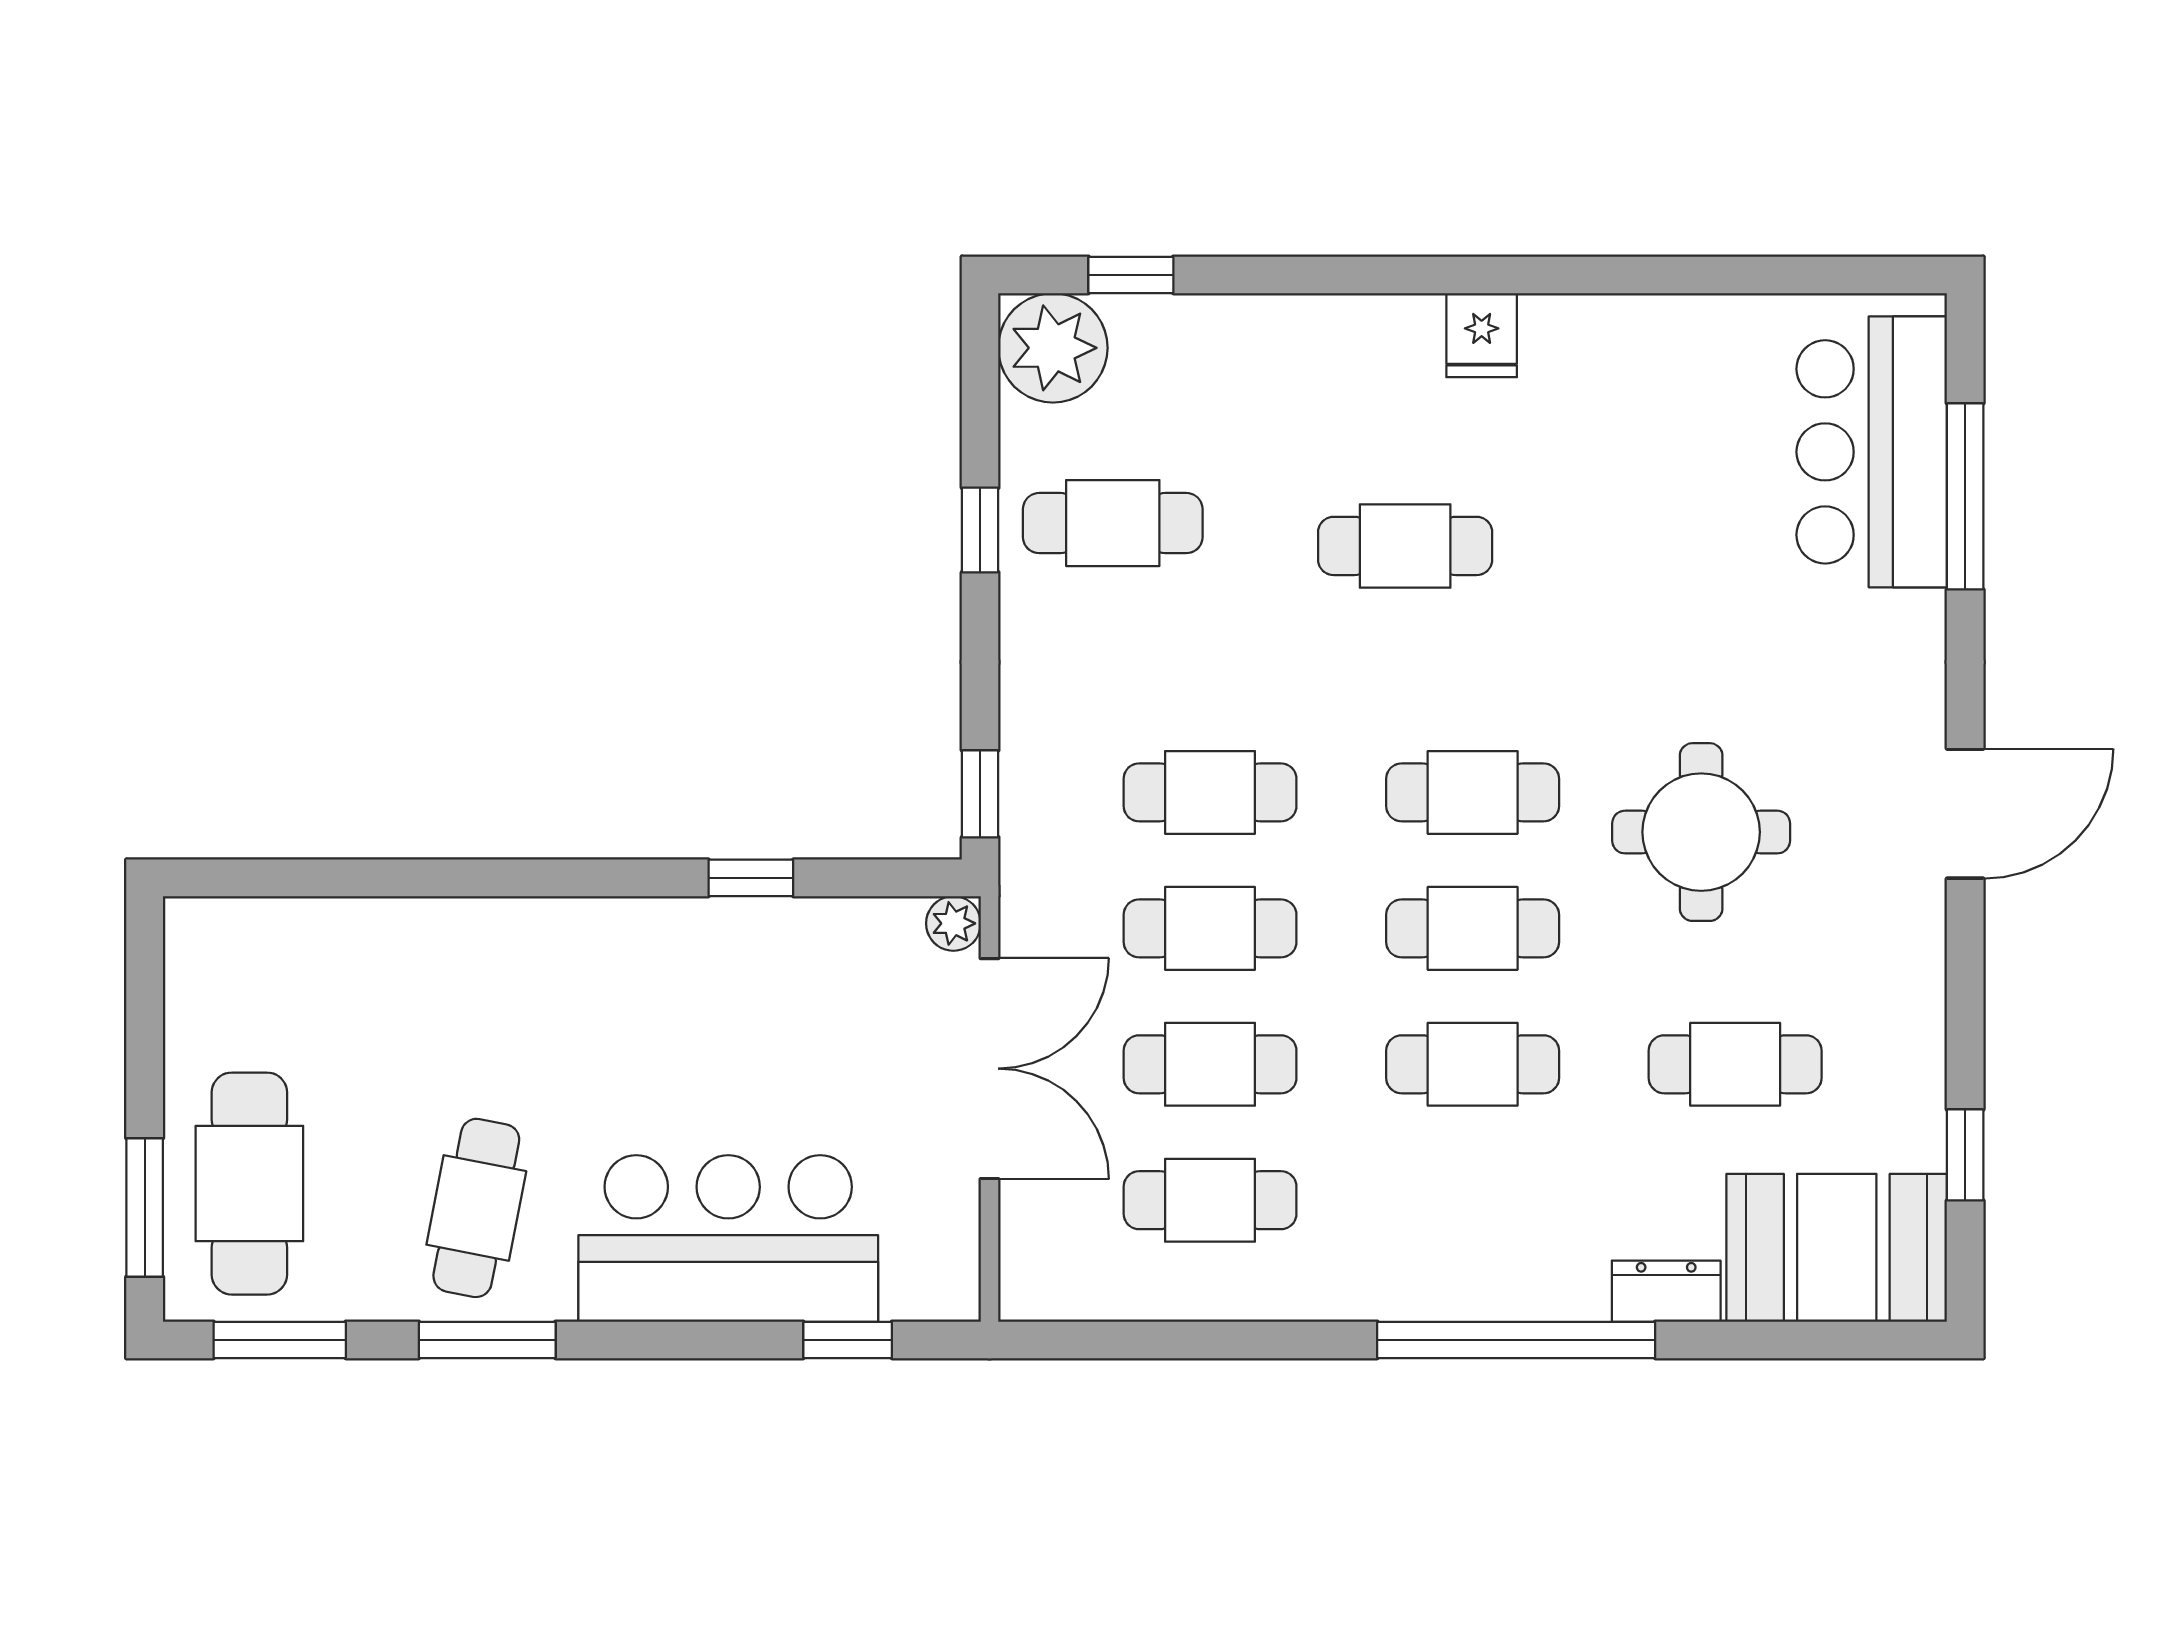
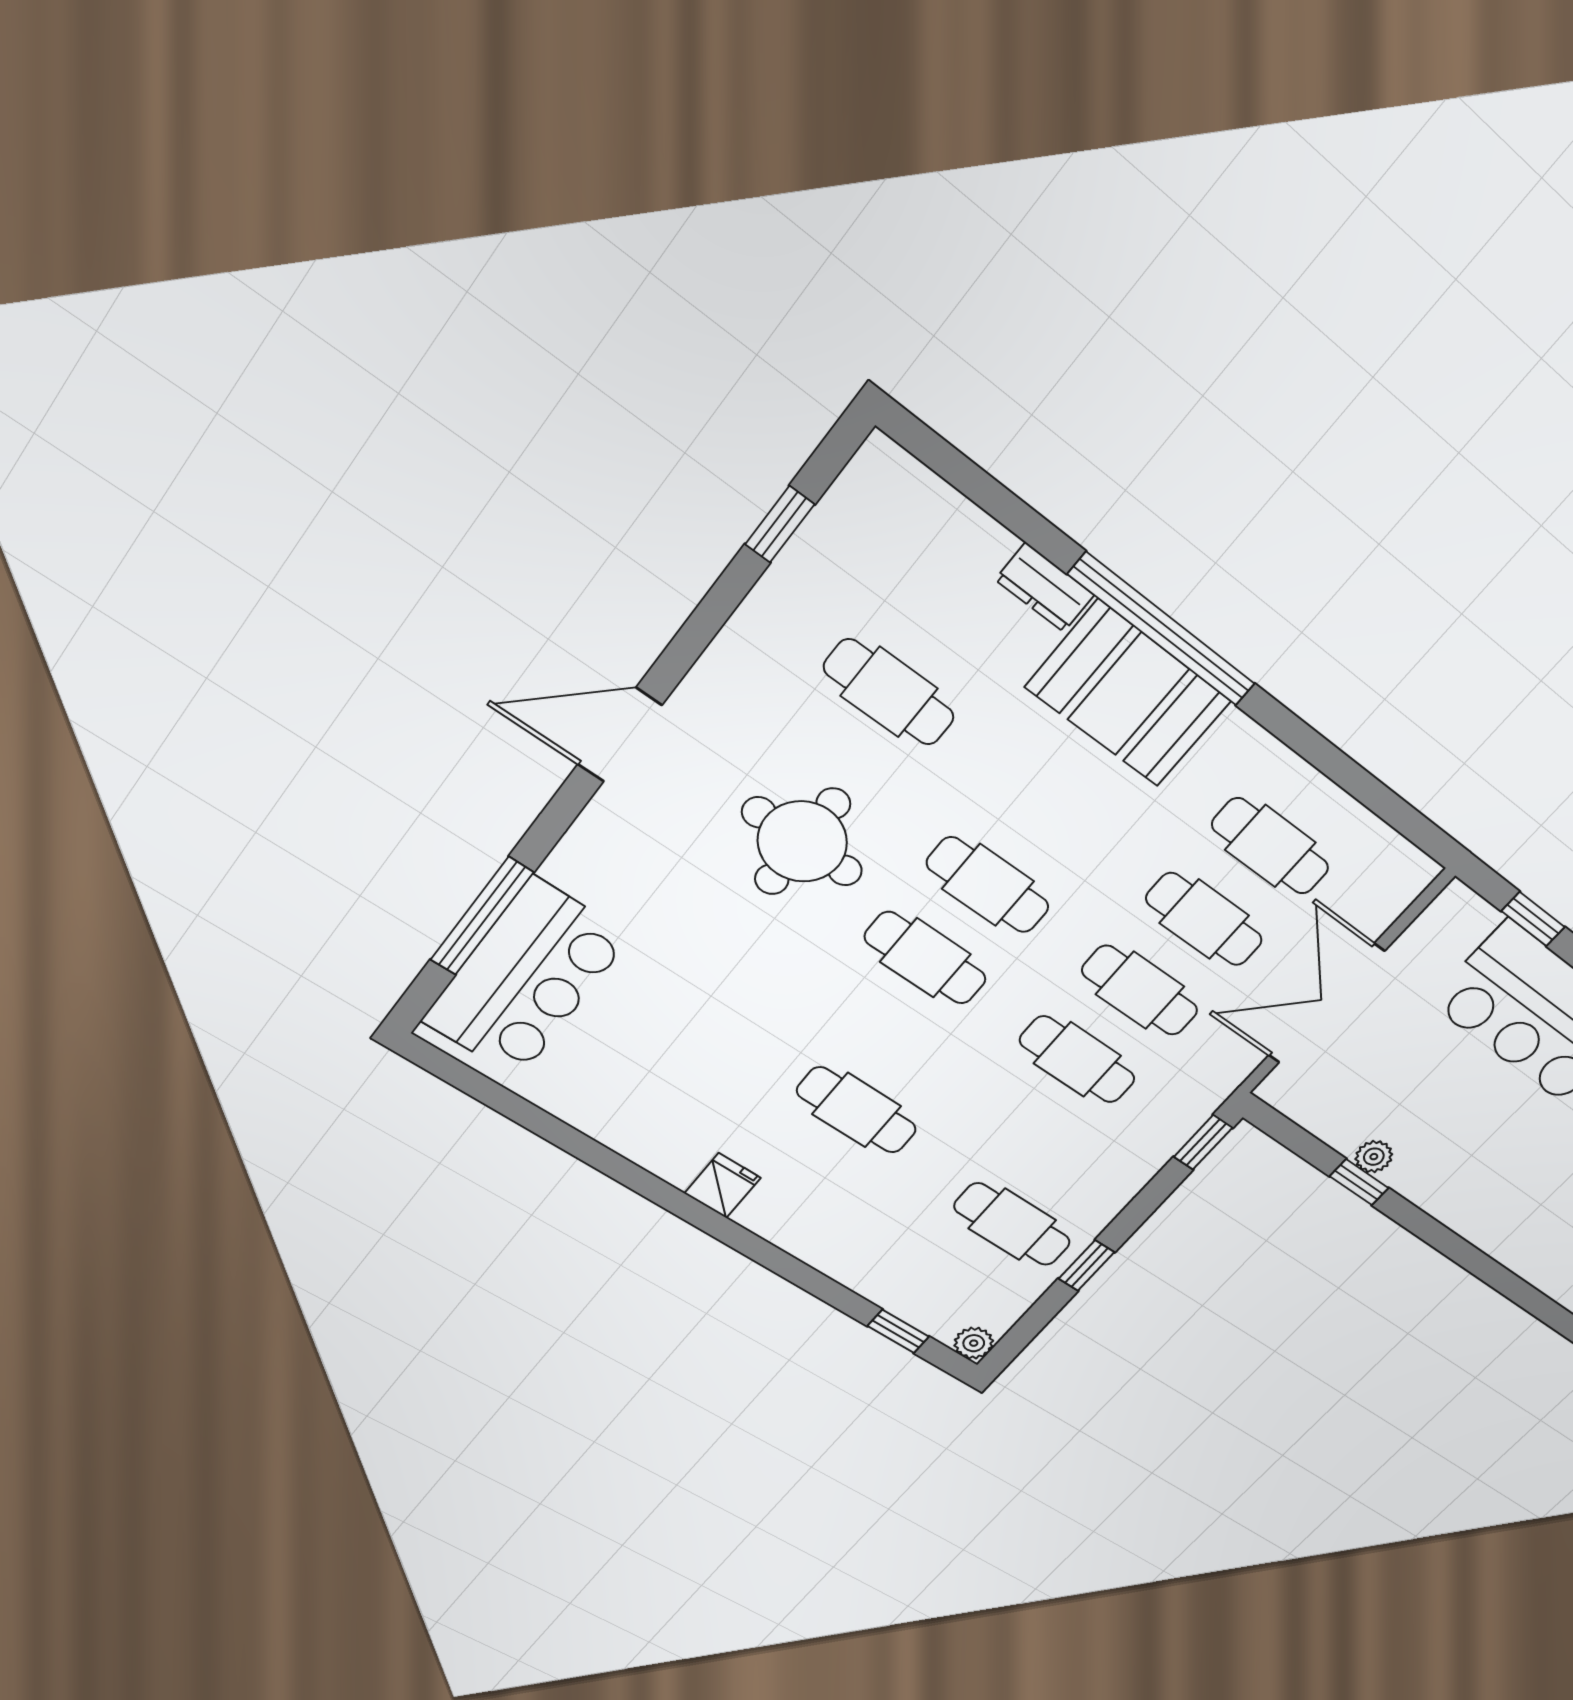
plant: (1053, 348) -> (974, 1343), width x0.53, depth x0.53
plant: (953, 923) -> (1374, 1157), moved
cafe table: (1473, 1064) -> (1052, 810), removed
booth: (1837, 1248) -> (1128, 694), moved

